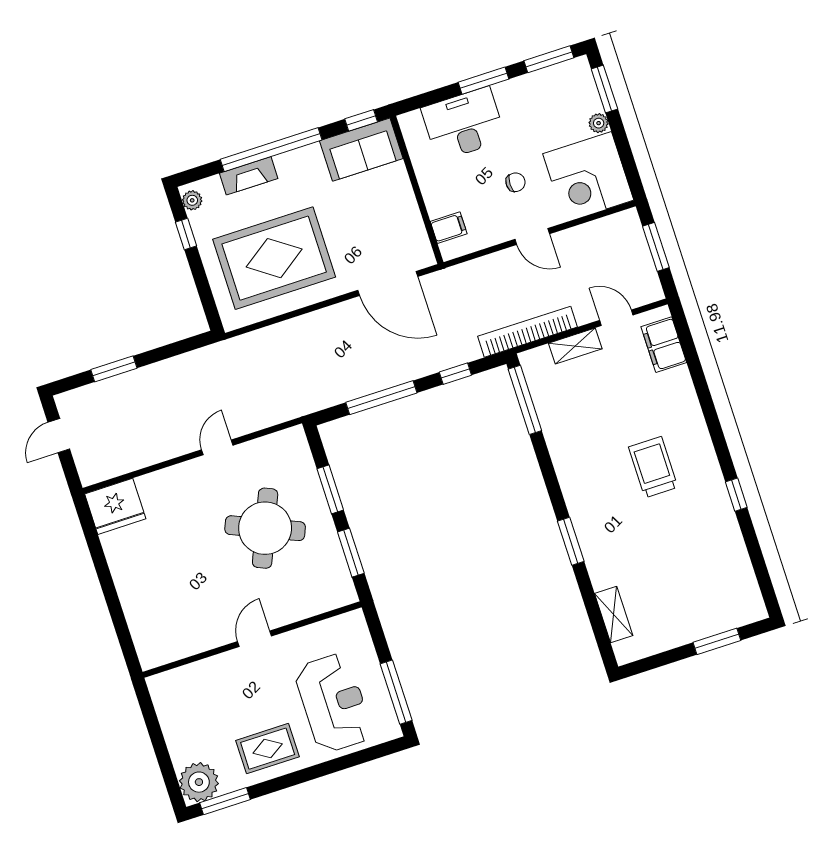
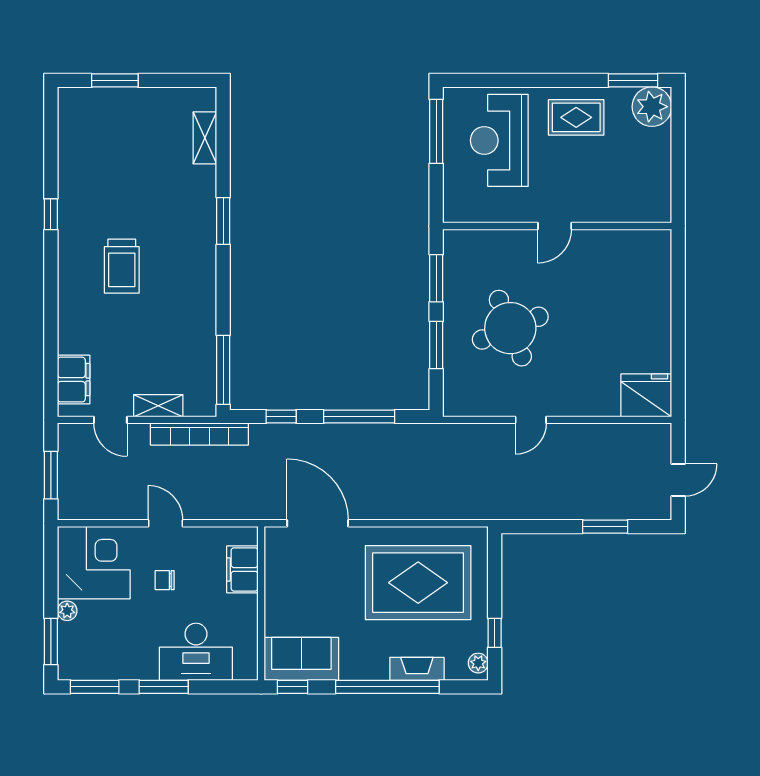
filing cabinet: (449, 228) -> (242, 569), width x2.00
round table: (265, 528) -> (510, 328), turned 45

